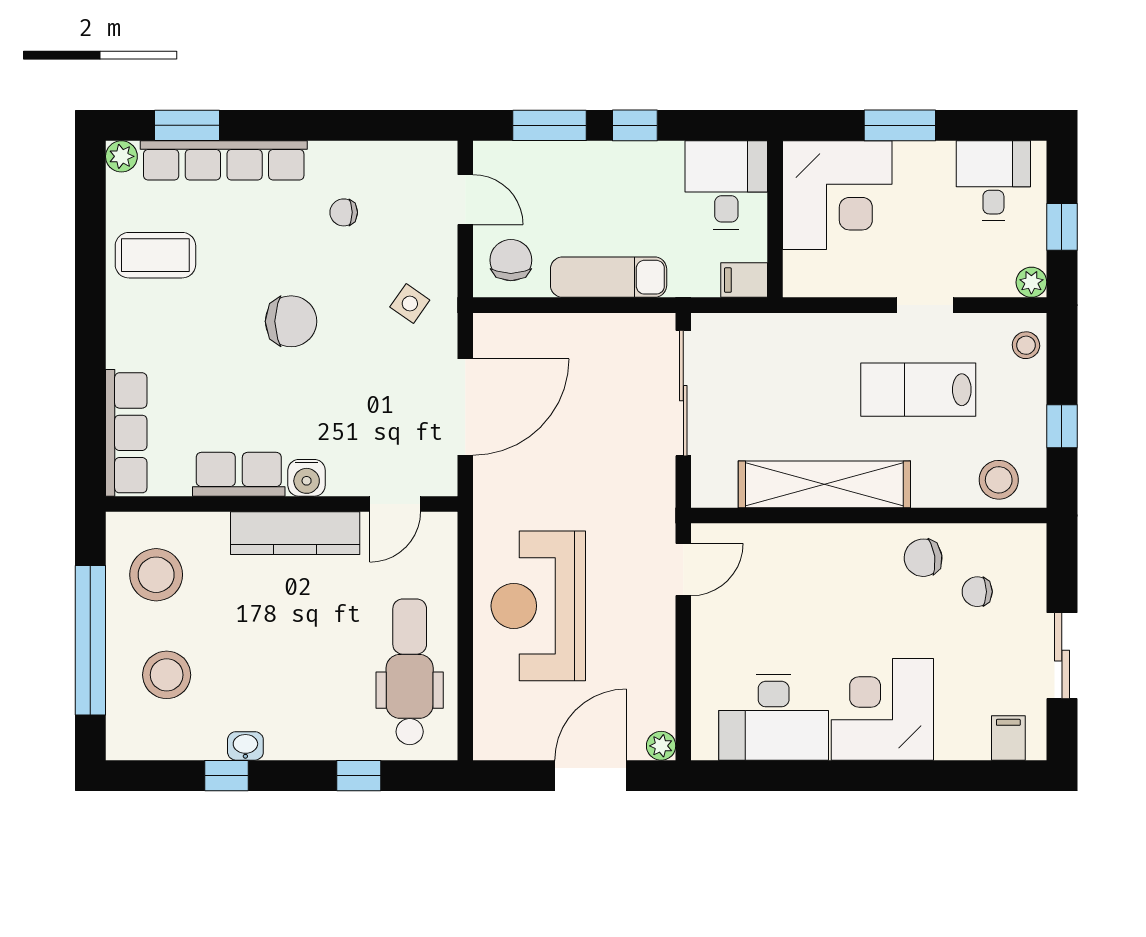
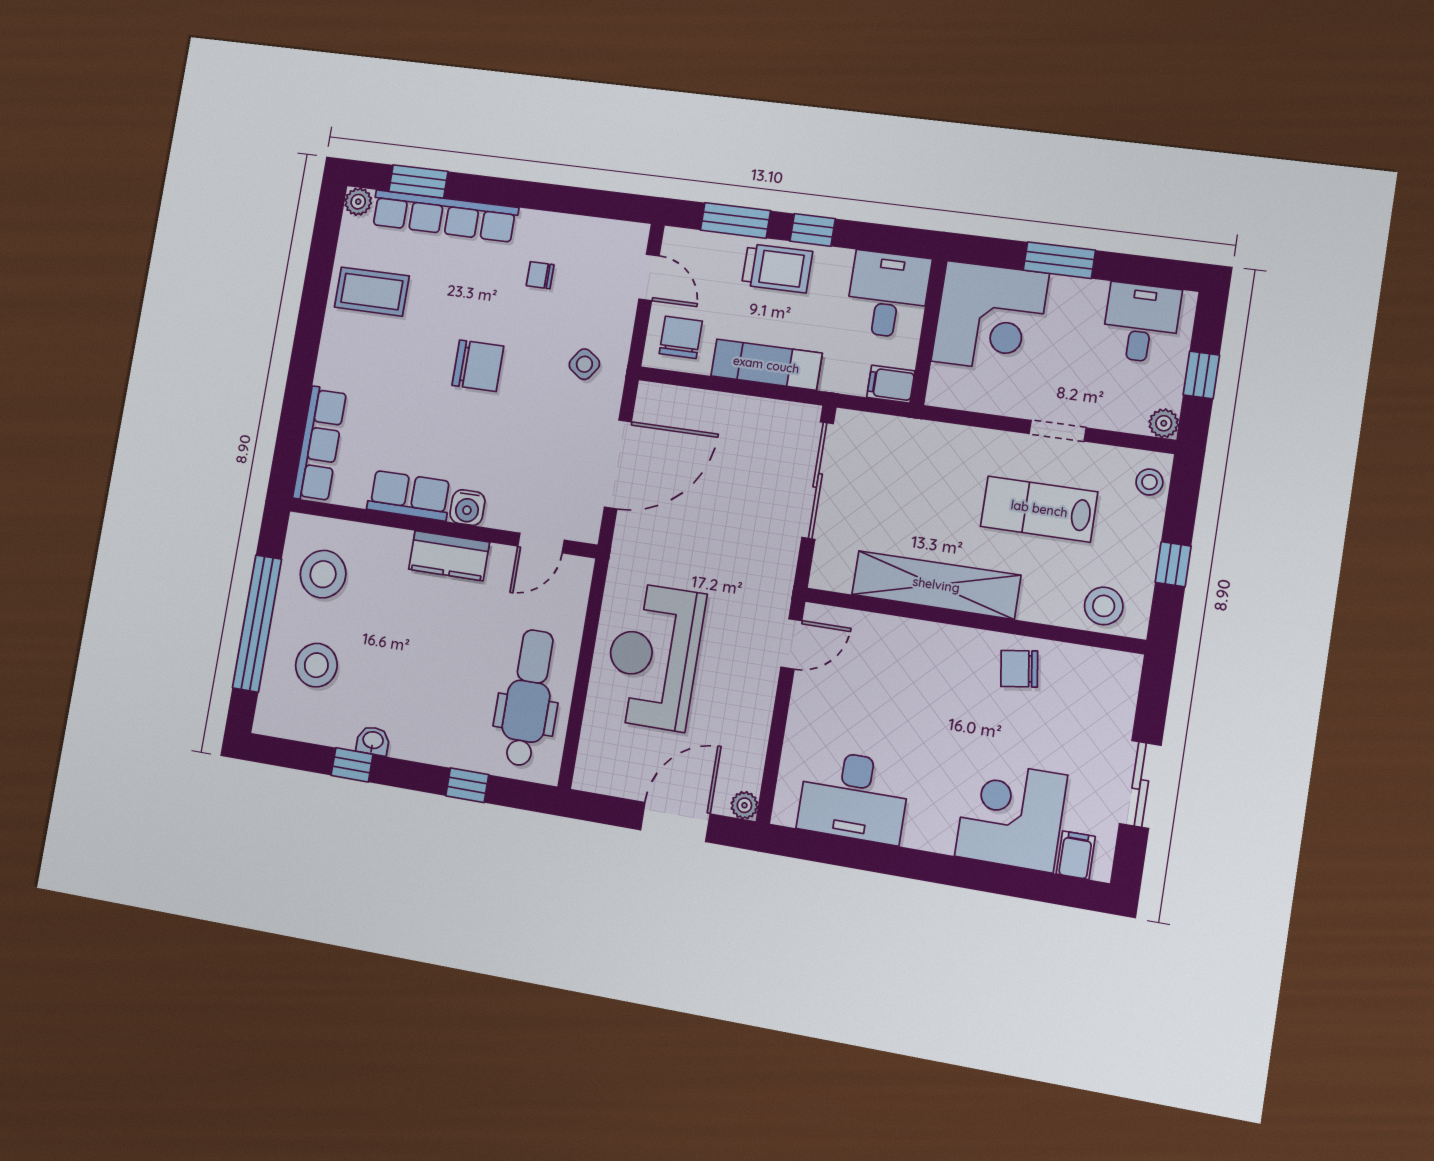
trolley: (603, 172) -> (777, 268), added
kitchen counter: (295, 533) -> (449, 556), width x0.67
chair: (977, 592) -> (1067, 709), removed
corner desk: (882, 709) -> (1011, 816), moved

